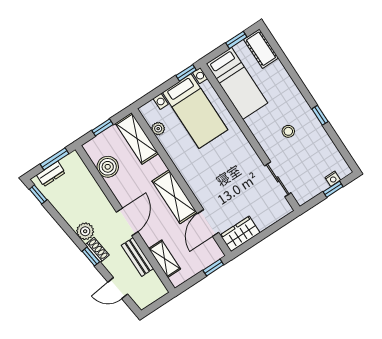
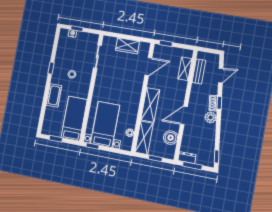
cot: (261, 49) -> (54, 95), moved
dresser: (51, 174) -> (187, 158), moved
shelving: (175, 197) -> (150, 105), moved
door: (127, 222) -> (184, 115), moved
wardrobe: (240, 234) -> (128, 46), moved
bench: (137, 257) -> (199, 71), moved
door: (118, 288) -> (221, 76), hinge flipped

